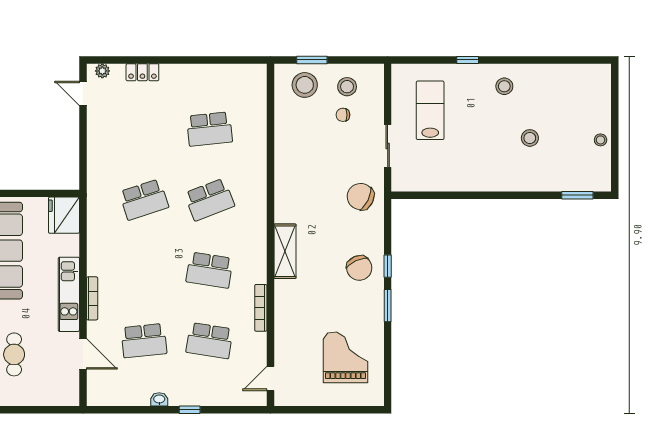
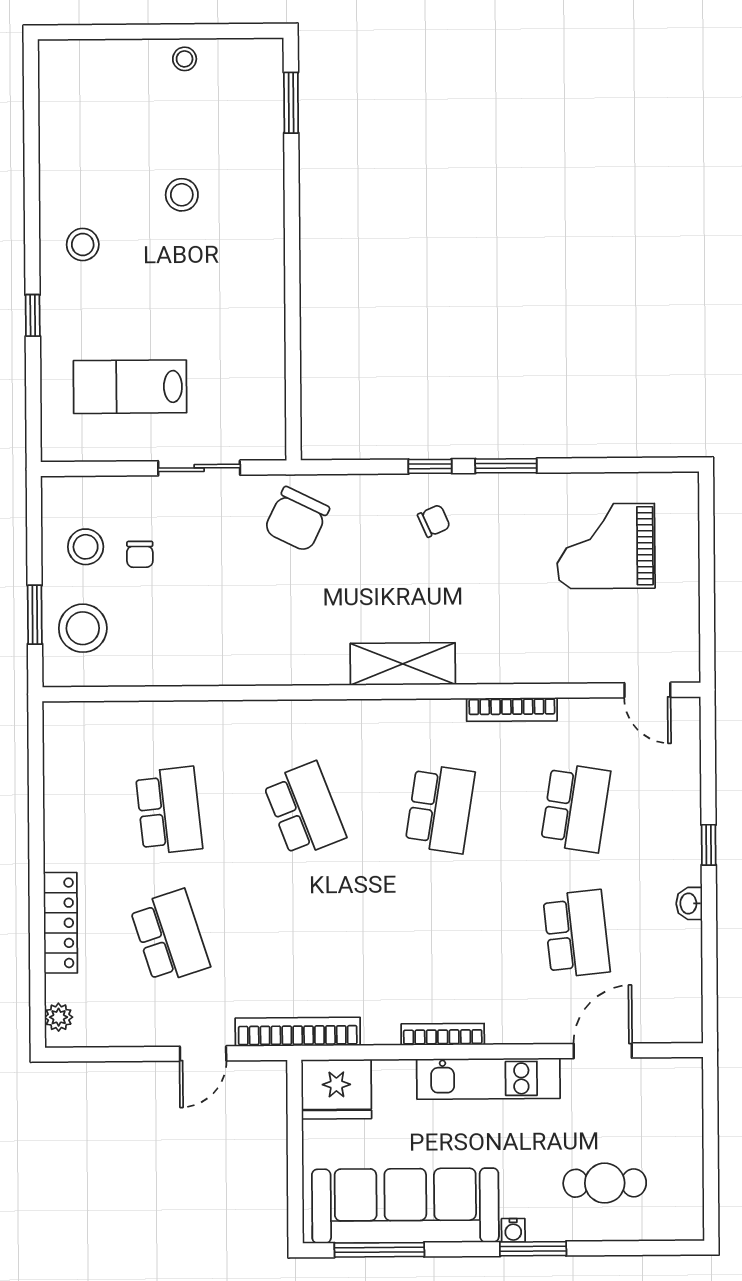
locker: (142, 72) -> (60, 923), width x1.53
door: (83, 93) -> (203, 1054), moved
bookcase: (94, 195) -> (298, 1032), added
school desk: (144, 200) -> (170, 937), moved
chair: (359, 268) -> (434, 521), width x0.54, depth x0.54
bookcase: (92, 298) -> (443, 1034), moved

